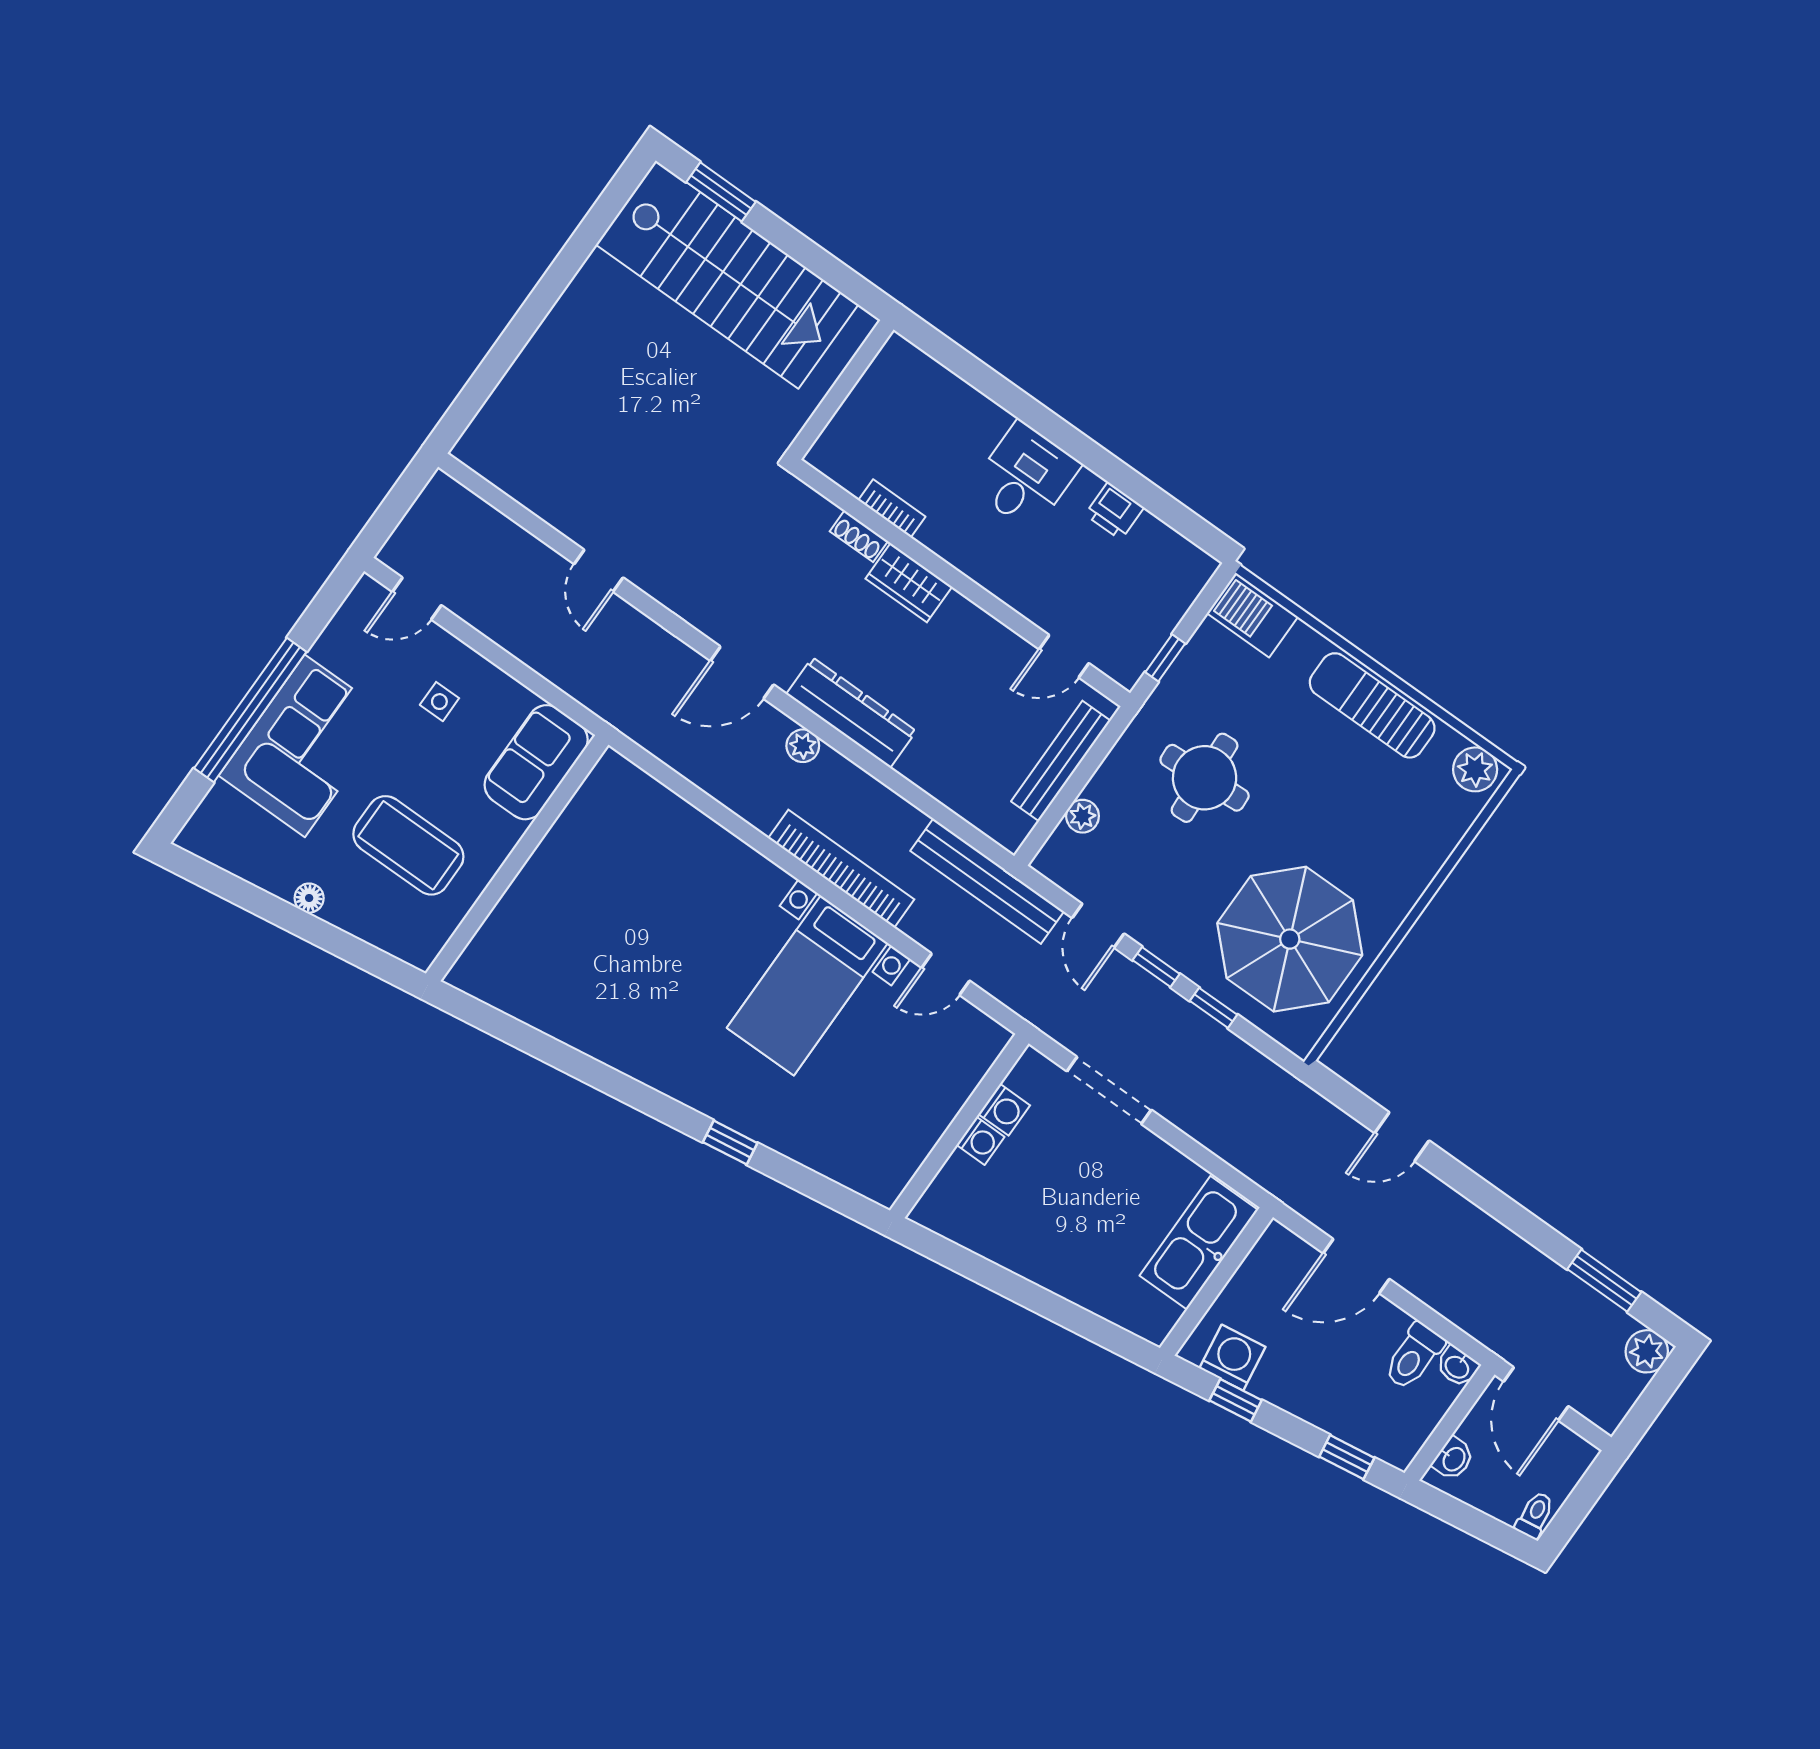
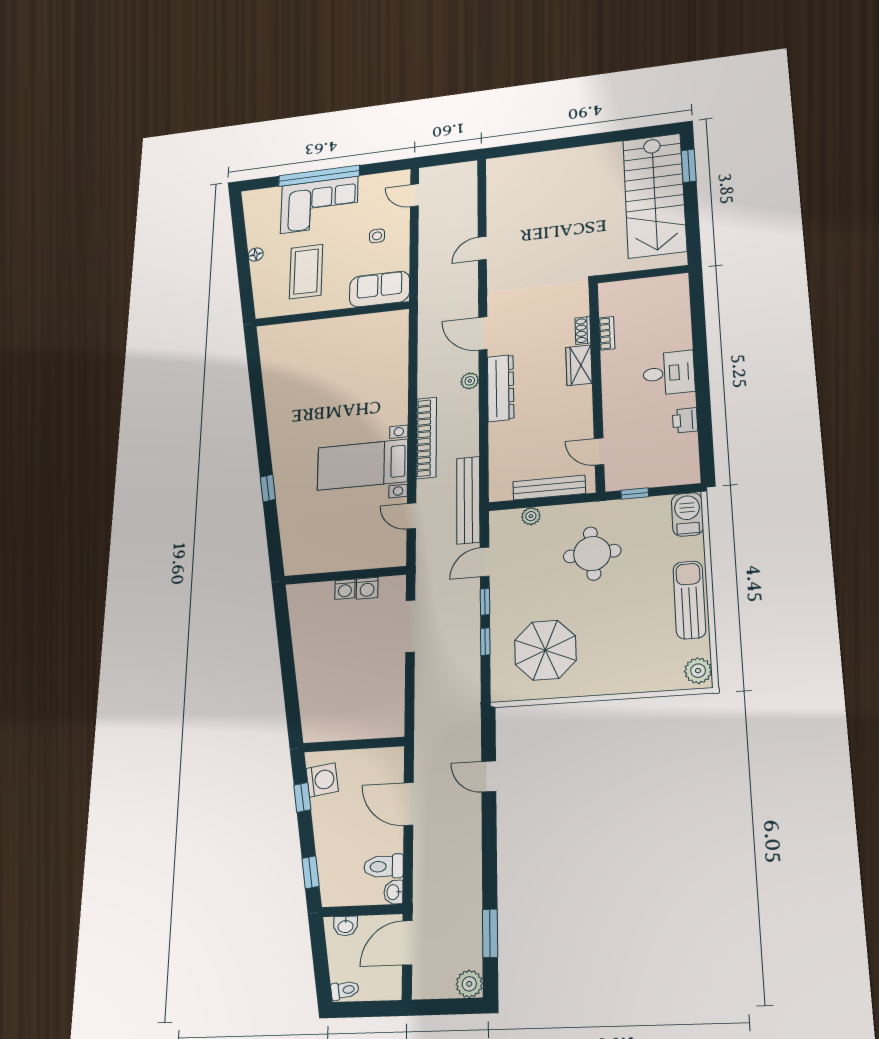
parasol: (1290, 939) -> (545, 650), width x0.73, depth x0.73
kitchen sink: (1199, 1243) -> (367, 722), removed

